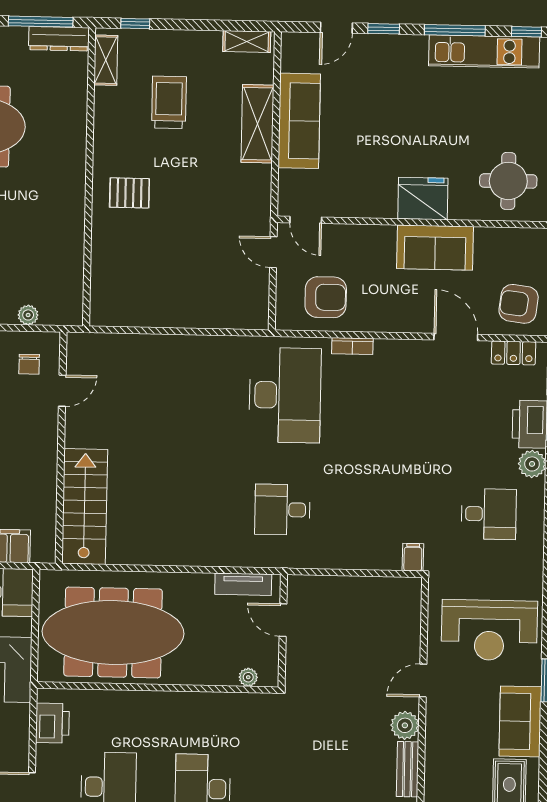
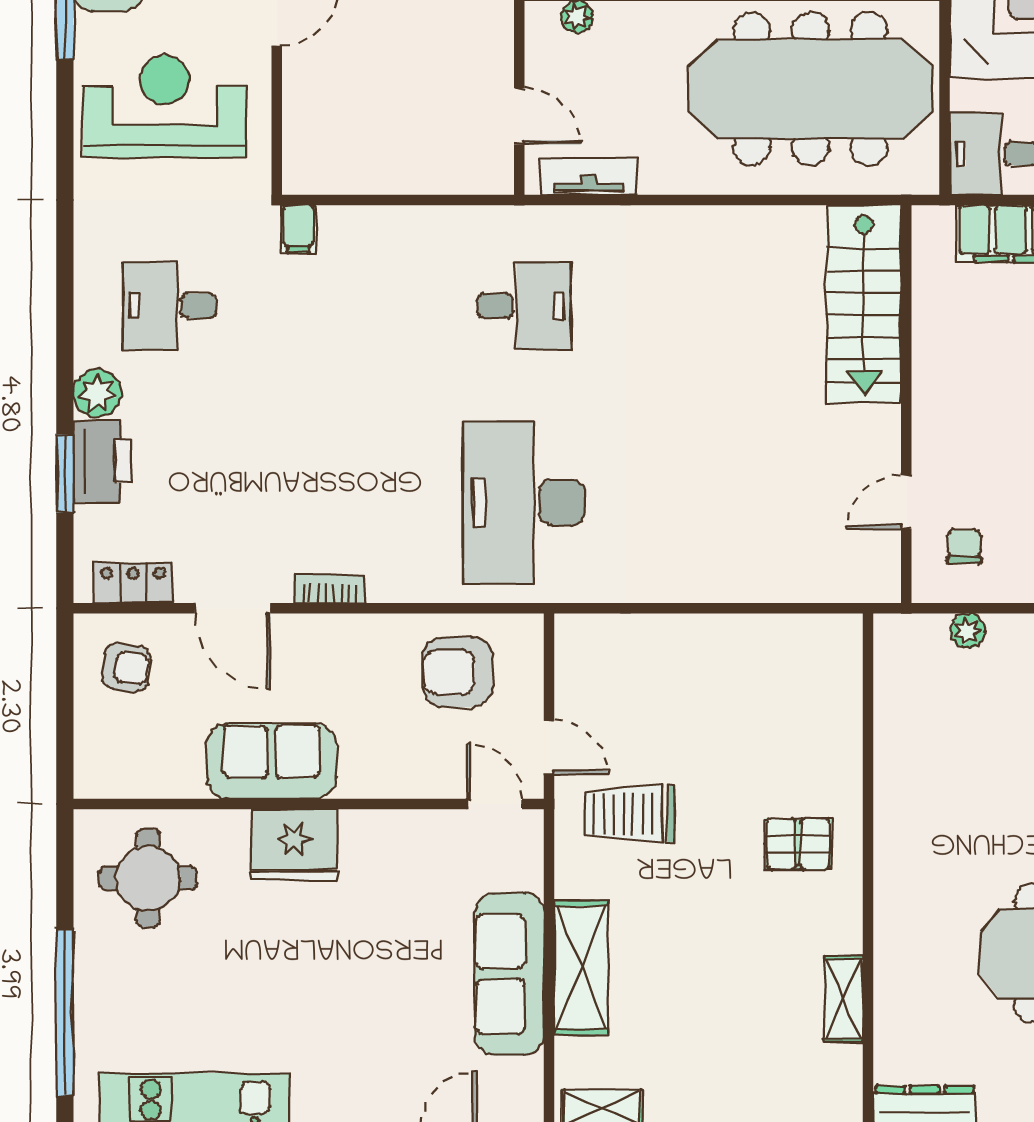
shelving: (106, 60) -> (843, 999), moved
trolley: (169, 102) -> (630, 814), moved, turned 90
armchair: (519, 304) -> (126, 667), width x0.72, depth x0.72
bookcase: (352, 346) -> (330, 589), moved

